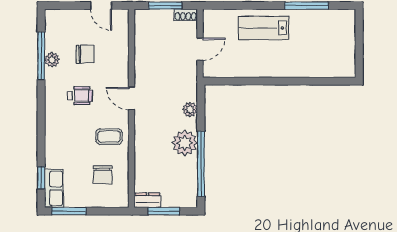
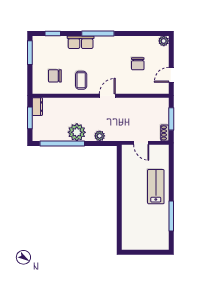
window: (41, 56) -> (98, 34), moved
plant: (52, 60) -> (164, 41), moved
wheelchair: (80, 96) -> (109, 60), removed
row of seats: (54, 188) -> (81, 42), moved

